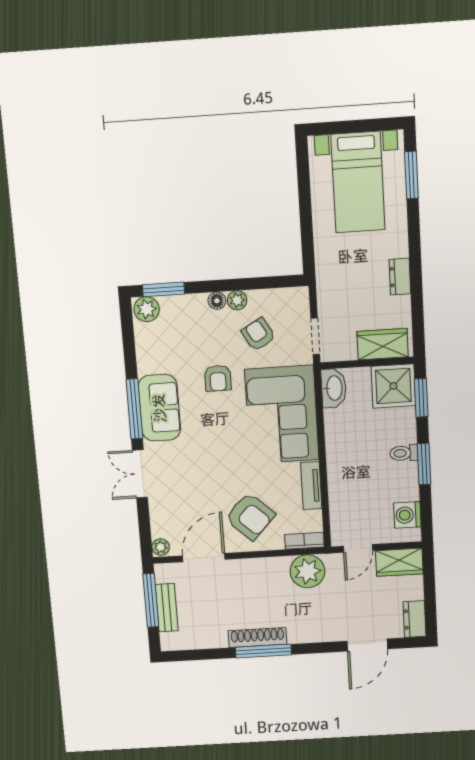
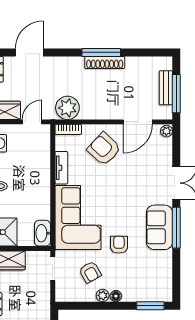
plant: (147, 309) -> (163, 294), removed

